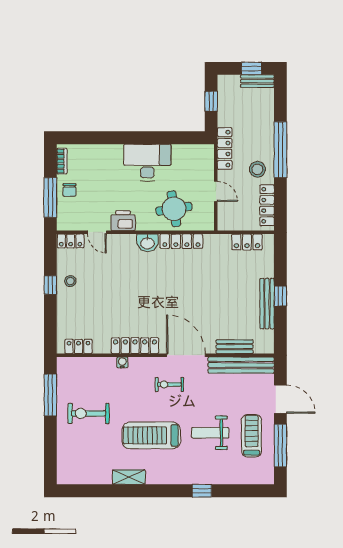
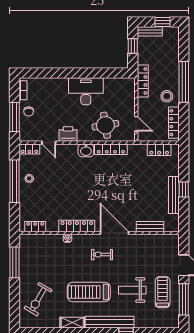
bench: (257, 81) -> (150, 31), moved
door: (216, 191) -> (136, 124), moved
window: (50, 285) -> (14, 181), width x3.17
bench: (241, 365) -> (110, 322), moved
exercise bike: (89, 413) -> (38, 299), moved, turned -60

